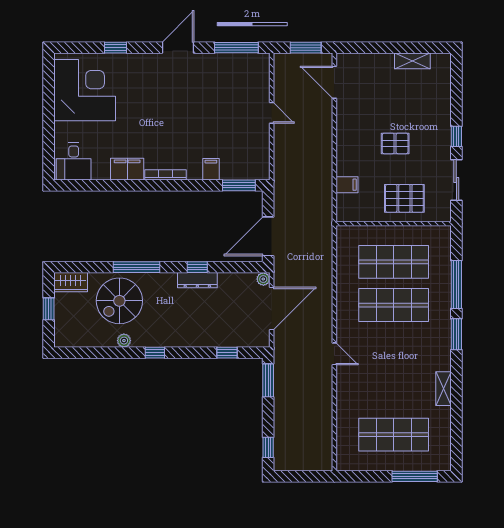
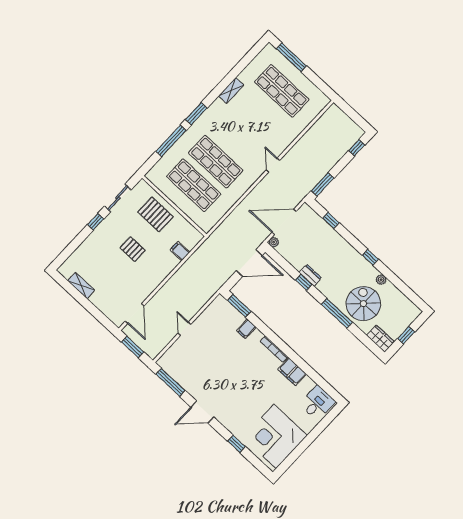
dresser: (197, 280) -> (310, 275), width x0.70
spiral stairs: (119, 301) -> (363, 304), turned -90

